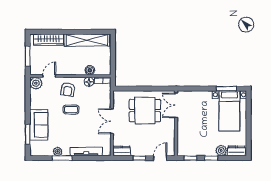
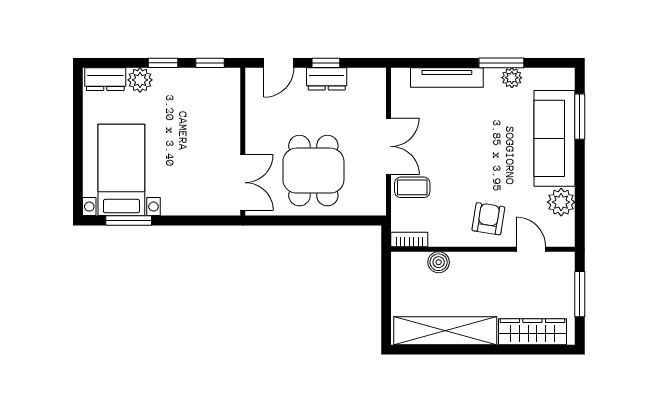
door: (49, 76) -> (531, 249), swing flipped
floor lamp: (89, 82) -> (440, 236), removed
plant: (36, 83) -> (561, 202), moved
coffee table: (71, 110) -> (412, 187), moved
dining table: (145, 111) -> (313, 171), turned 90
sofa: (39, 125) -> (555, 138), width x1.36
dresser: (122, 151) -> (327, 79), moved

